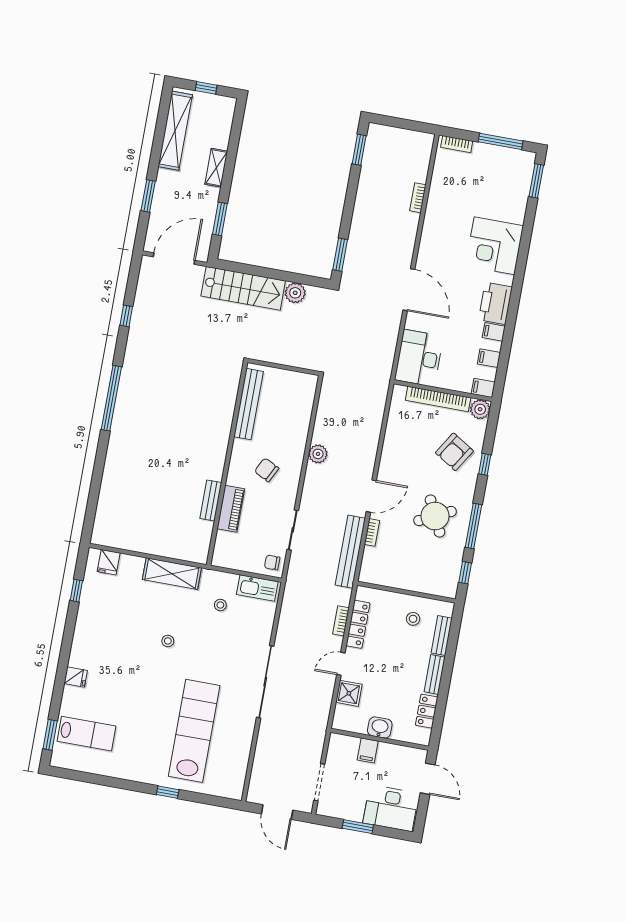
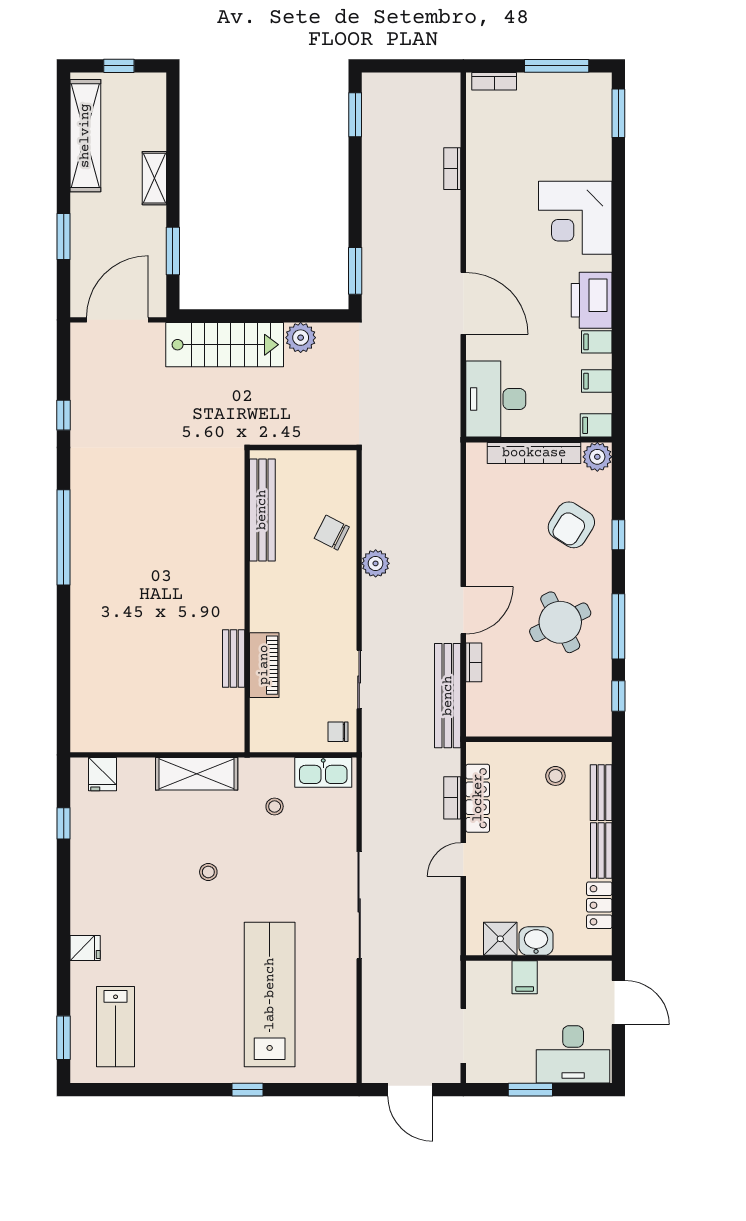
chair: (267, 470) -> (332, 533), moved
shower: (349, 693) -> (500, 939), moved
lab bench: (87, 734) -> (116, 1027), turned 90

